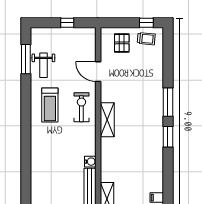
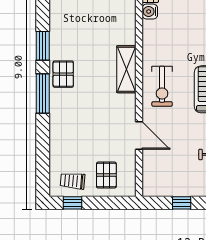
pallet: (153, 116) -> (63, 74), added

